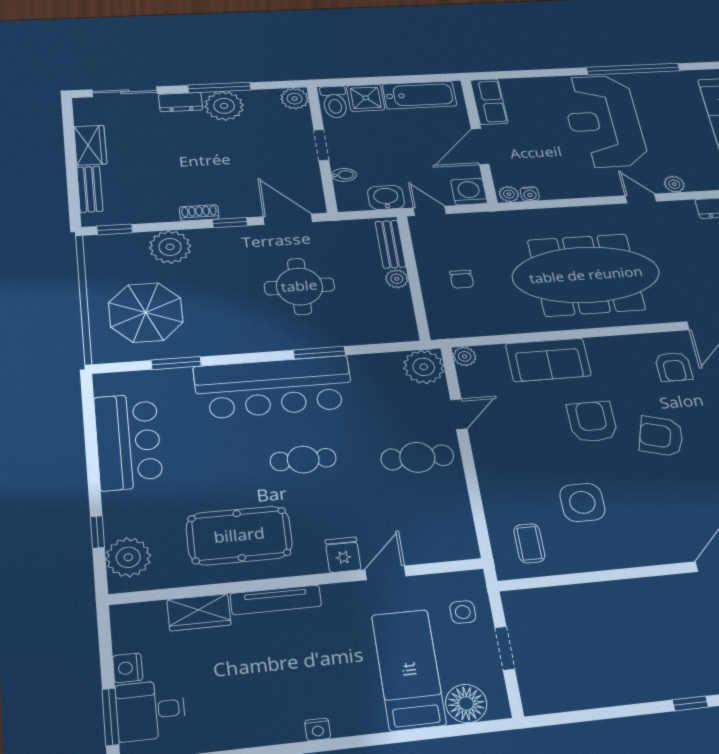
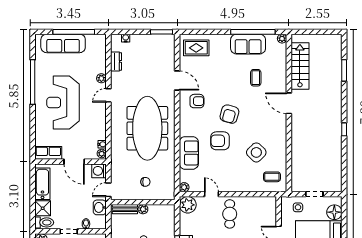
reception desk: (604, 121) -> (63, 103), turned 90
side table: (582, 502) -> (256, 152), turned 45

